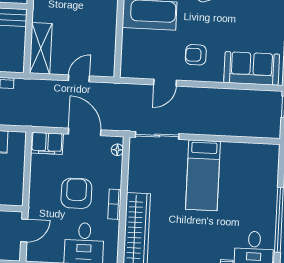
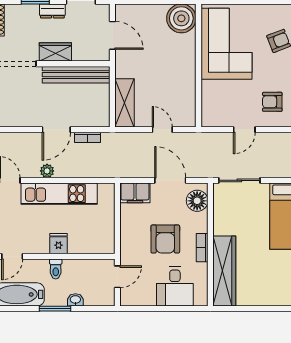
door: (79, 78) -> (162, 130), hinge flipped
floor lamp: (117, 150) -> (197, 201), width x1.89, depth x1.89
armchair: (76, 193) -> (165, 239), turned 180

